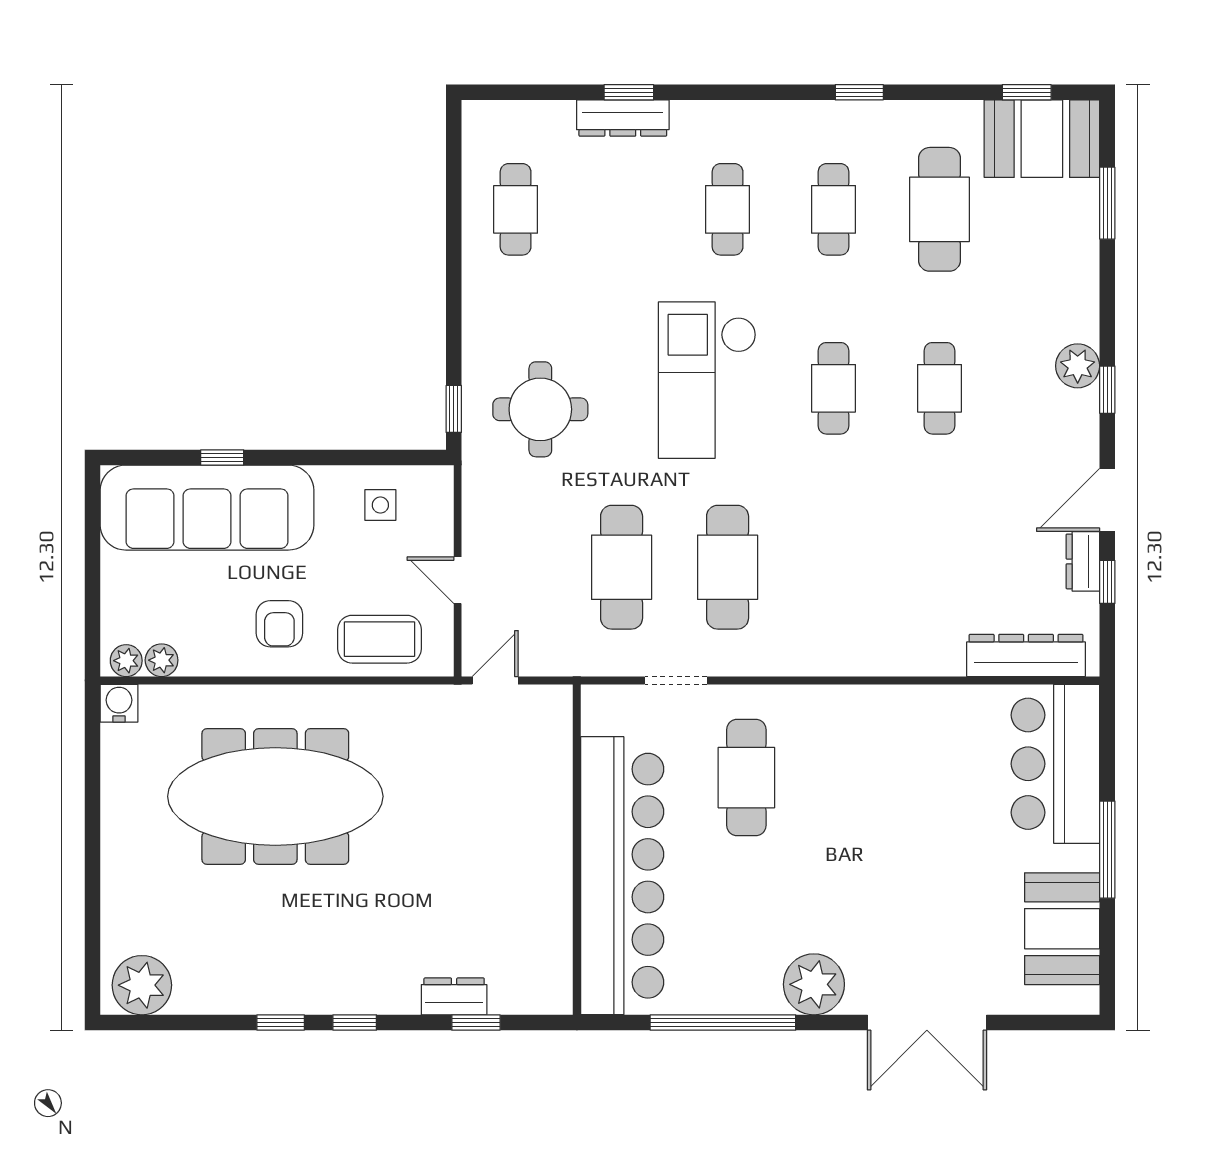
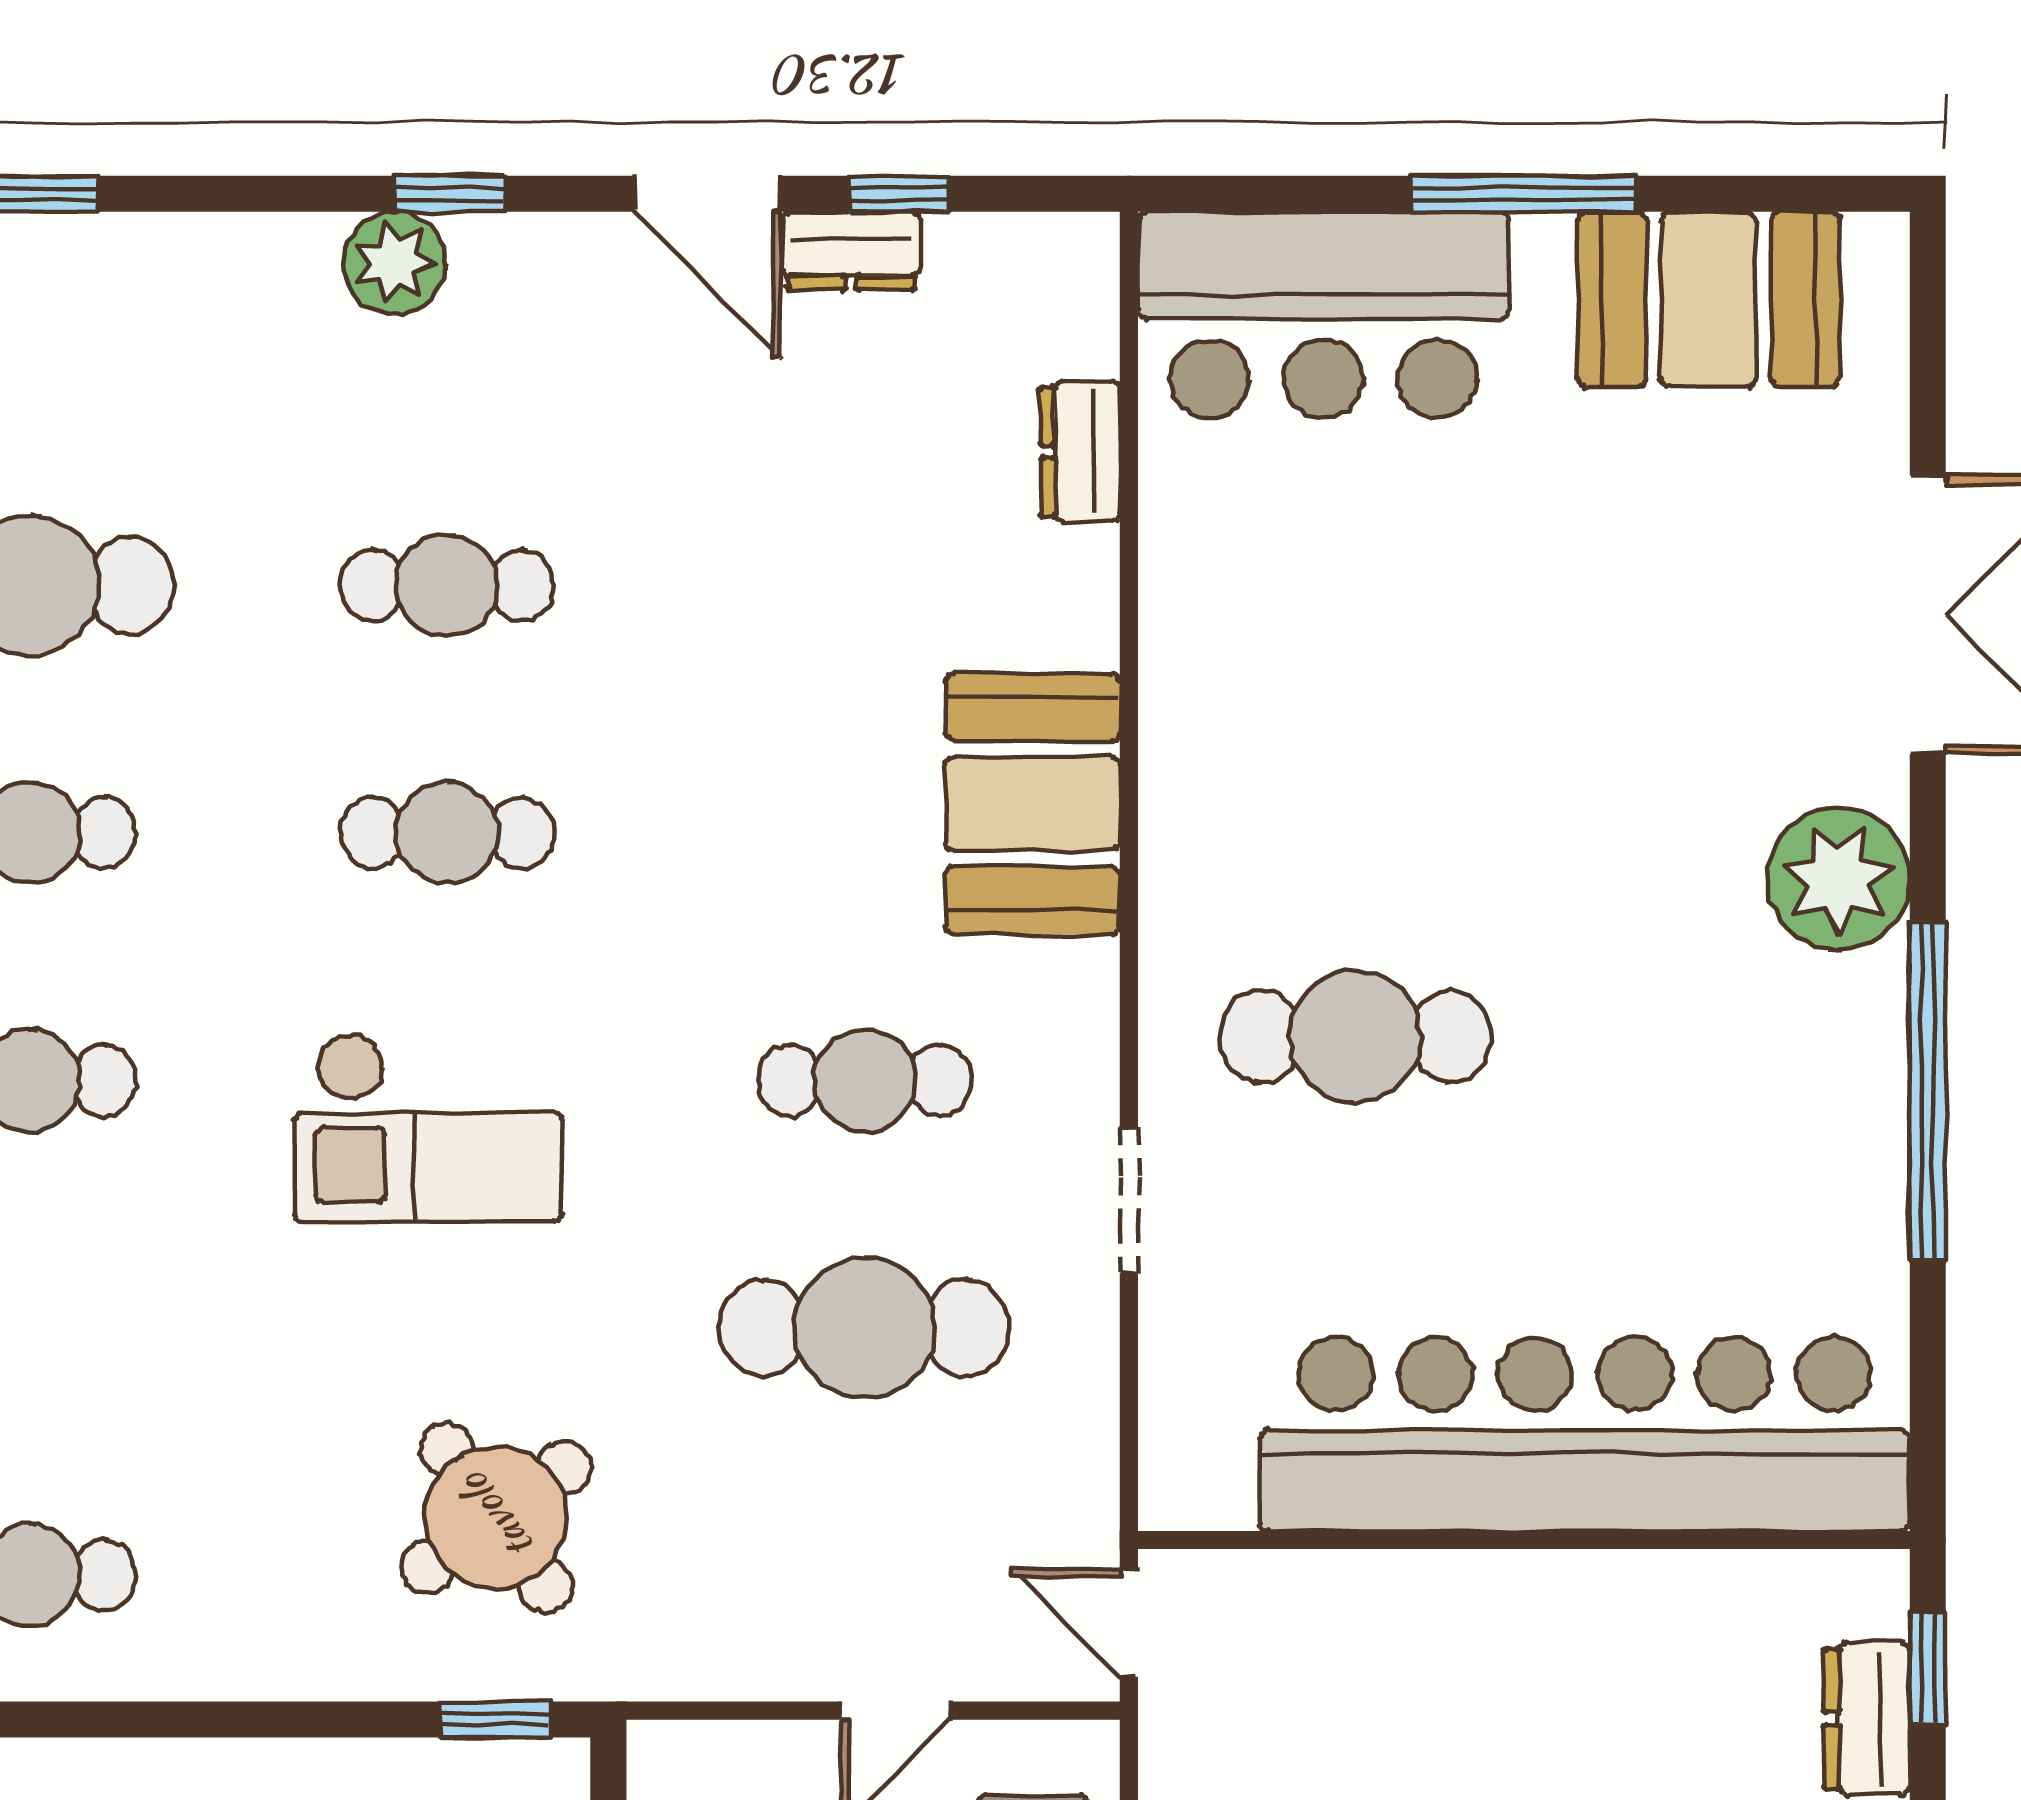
checkout: (707, 380) -> (428, 1128), width x0.73, depth x0.83
round table: (540, 409) -> (496, 1517), turned -36
cafe table: (728, 567) -> (865, 1080), width x0.73, depth x0.74
booth: (846, 639) -> (1033, 804), added
dresser: (1026, 655) -> (1080, 451), width x0.51, depth x0.80
wall: (577, 850) -> (1524, 1540), moved
bar counter: (622, 876) -> (1585, 1434), moved

